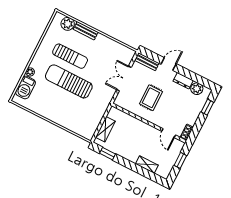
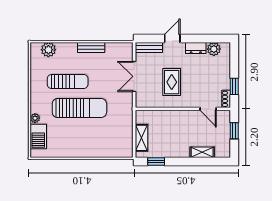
bench: (86, 31) -> (91, 47), moved
sun lounger: (69, 81) -> (79, 108), turned 180
window: (207, 107) -> (234, 86), moved

